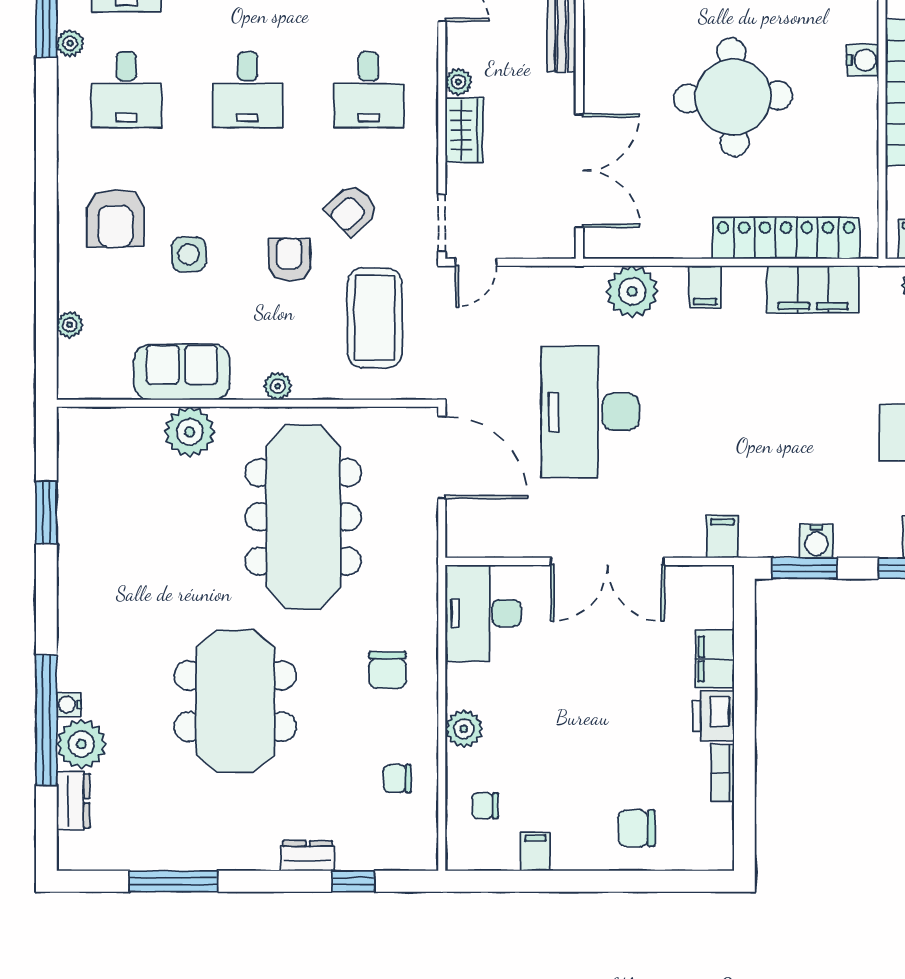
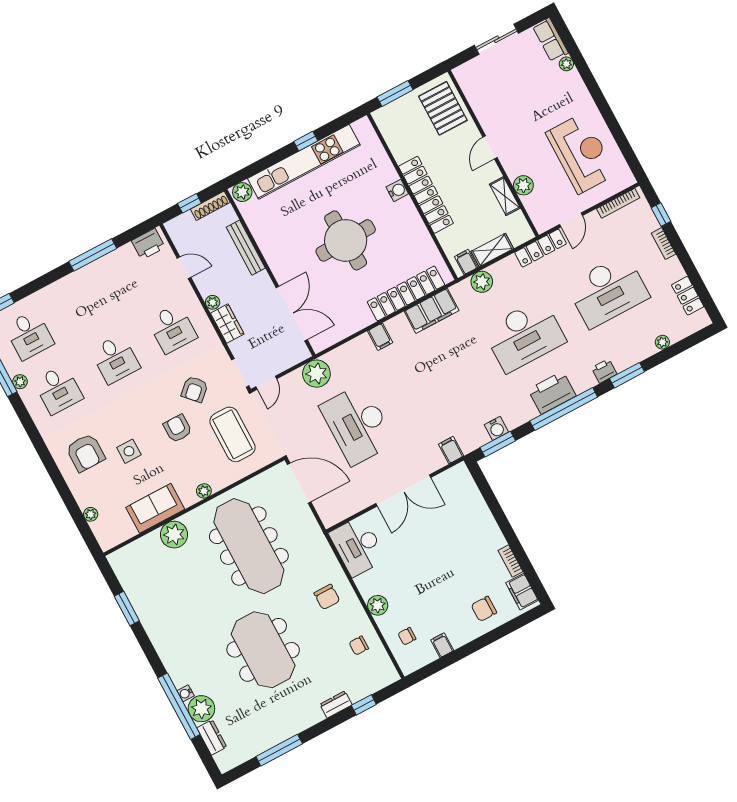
plant: (632, 291) -> (316, 374), moved
filing cabinet: (715, 659) -> (522, 592), moved
printer: (713, 716) -> (492, 537), removed

